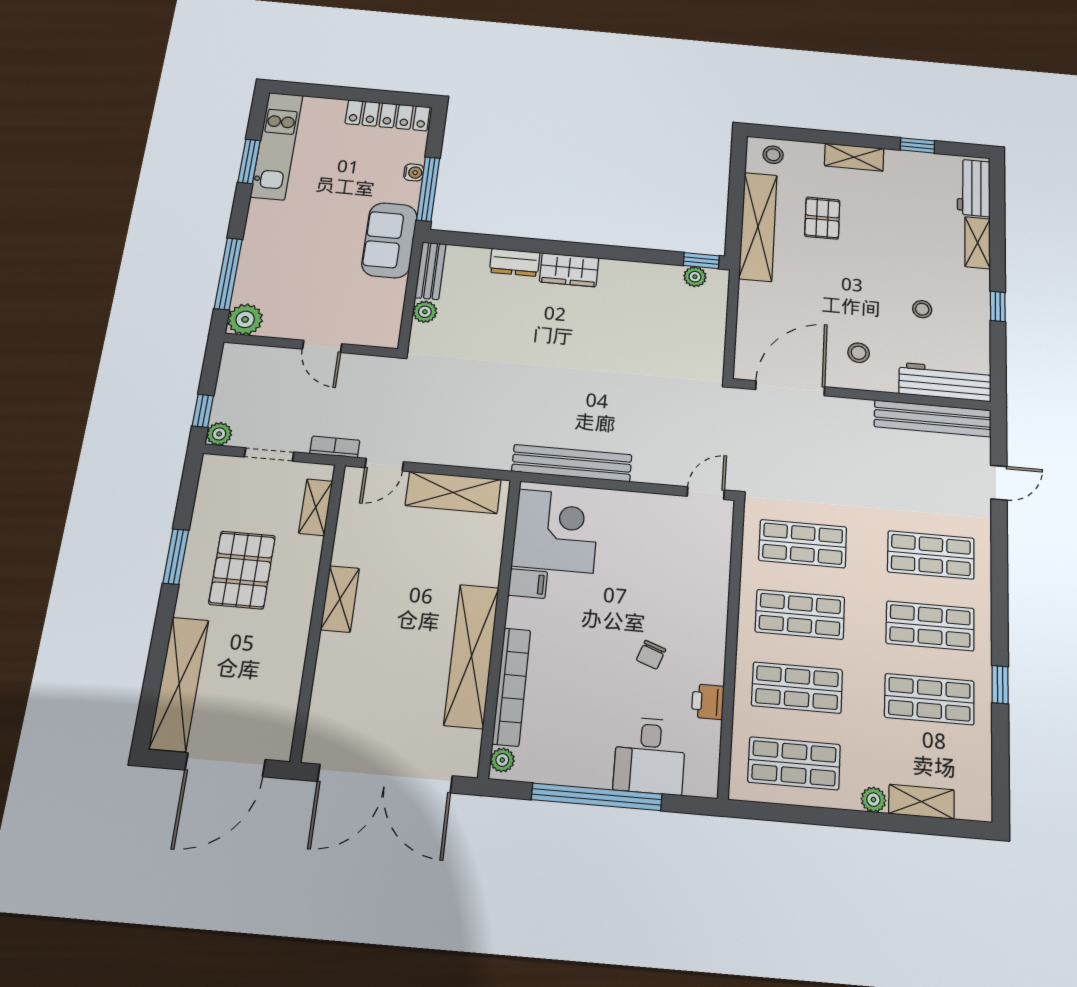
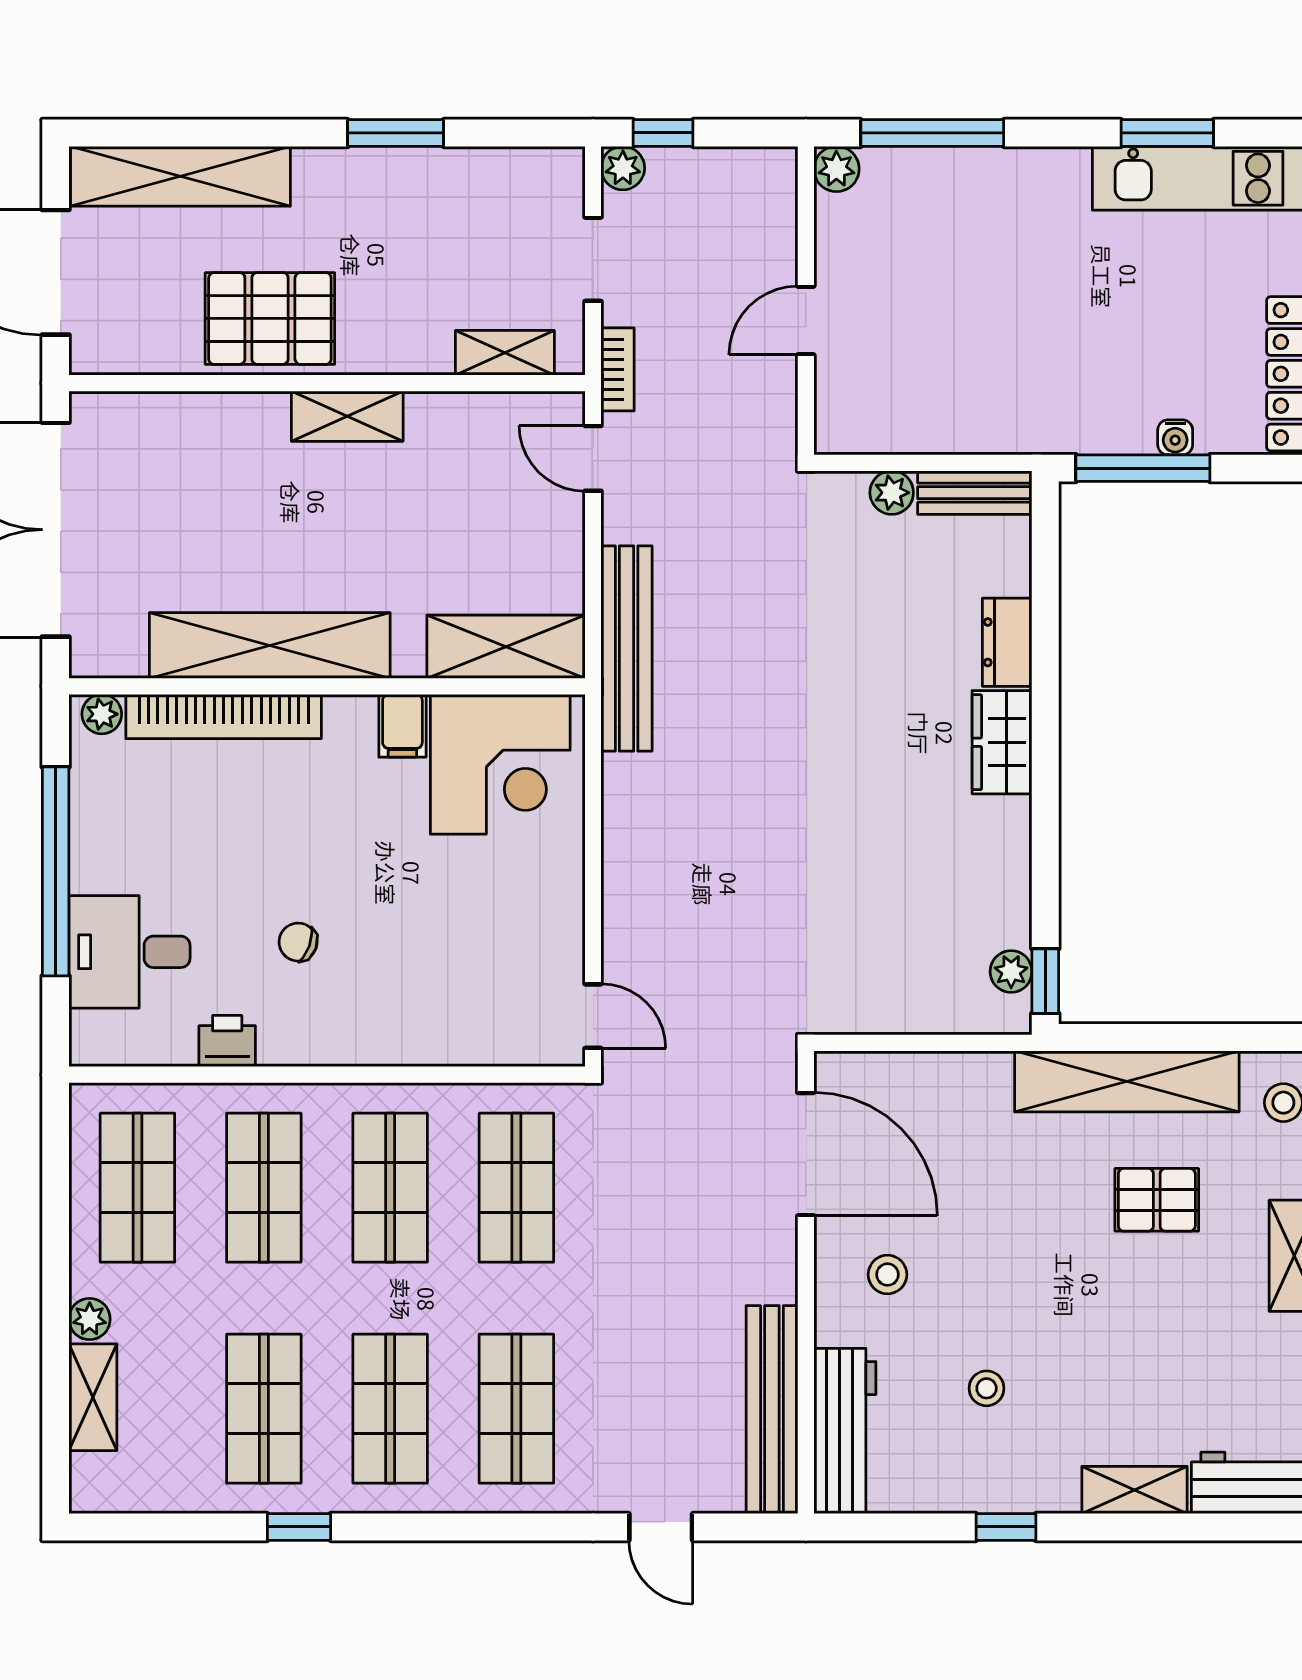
sofa: (389, 240) -> (1029, 411), removed
plant: (245, 319) -> (836, 169), width x0.73, depth x0.73
bench: (572, 463) -> (627, 648), moved
shelving: (453, 492) -> (506, 647), moved, turned 90
pallet: (242, 570) -> (270, 318), moved

